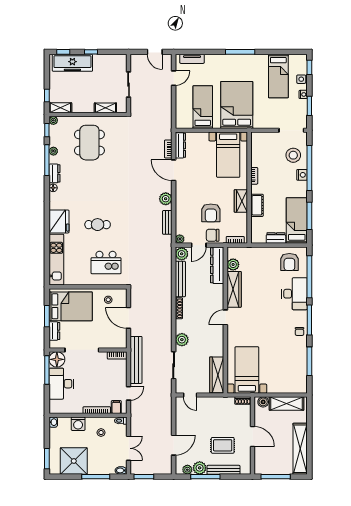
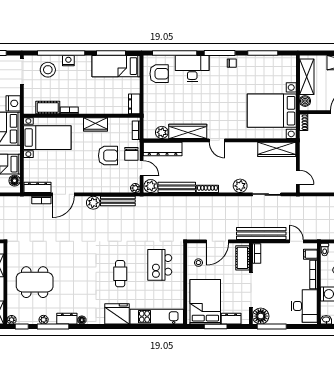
nightstand: (261, 122) -> (13, 103), added
floor lamp: (187, 123) -> (15, 181), added
cot: (257, 205) -> (48, 108), moved
bench: (167, 222) -> (118, 201), width x1.36
dresser: (276, 238) -> (134, 104), moved
kitchen island: (106, 263) -> (160, 265), turned 180
cot: (113, 342) -> (242, 258), added
bed with nightstands: (247, 370) -> (272, 111), width x1.36
desk: (61, 384) -> (304, 306), moved, turned -90
door: (190, 395) -> (298, 177), hinge flipped

